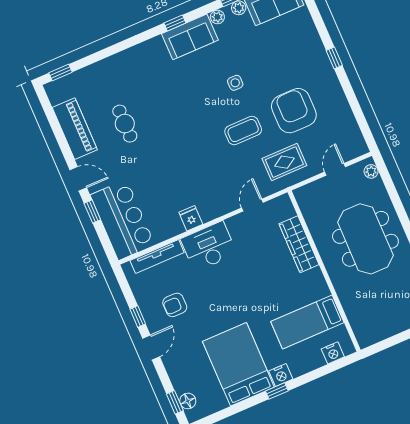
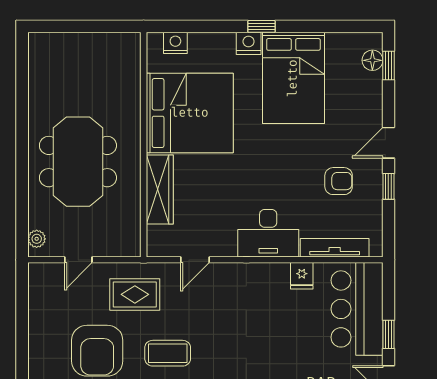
fridge: (191, 218) -> (302, 276), moved
bed: (307, 322) -> (190, 113), width x2.04

